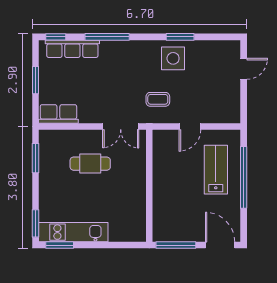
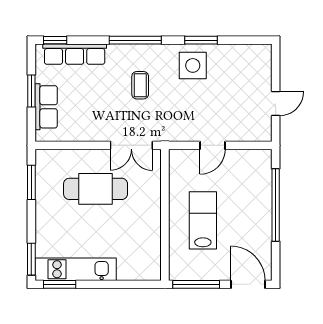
window: (107, 37) -> (135, 40), moved
door: (244, 69) -> (276, 103), moved
coffee table: (158, 99) -> (140, 85), moved, turned 90
row of seats: (58, 114) -> (46, 107), moved, turned 90
cafe table: (90, 164) -> (96, 189), width x1.37, depth x1.35
lab bench: (216, 170) -> (203, 220), moved

